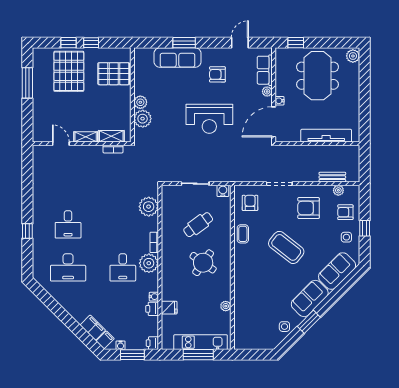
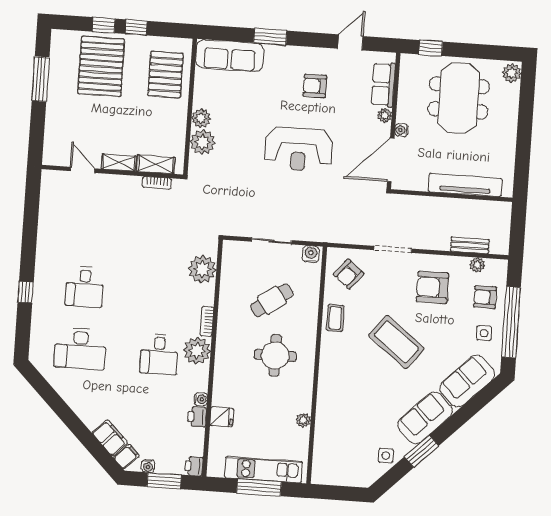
sofa: (178, 58) -> (230, 56), moved
pallet: (114, 74) -> (166, 74), turned 90
armchair: (250, 203) -> (349, 274), turned -141
window: (365, 228) -> (511, 322), width x3.17
round table: (203, 263) -> (275, 355), turned -35

